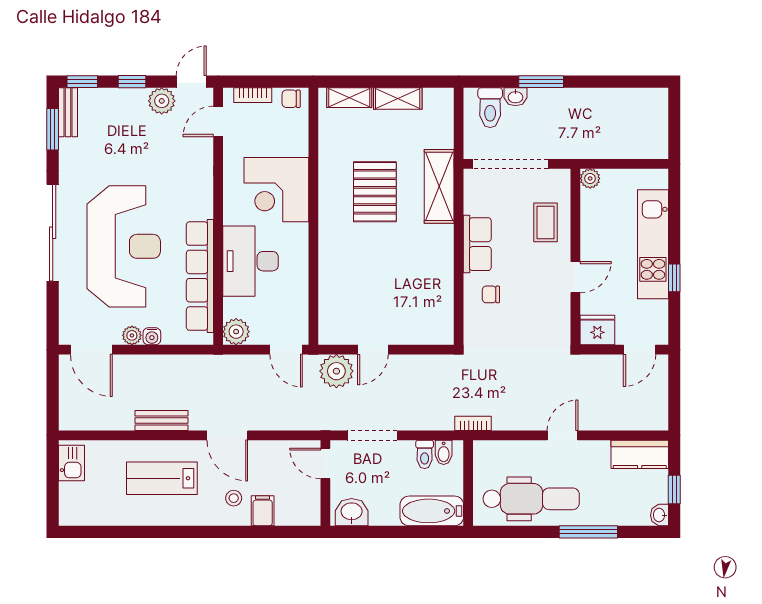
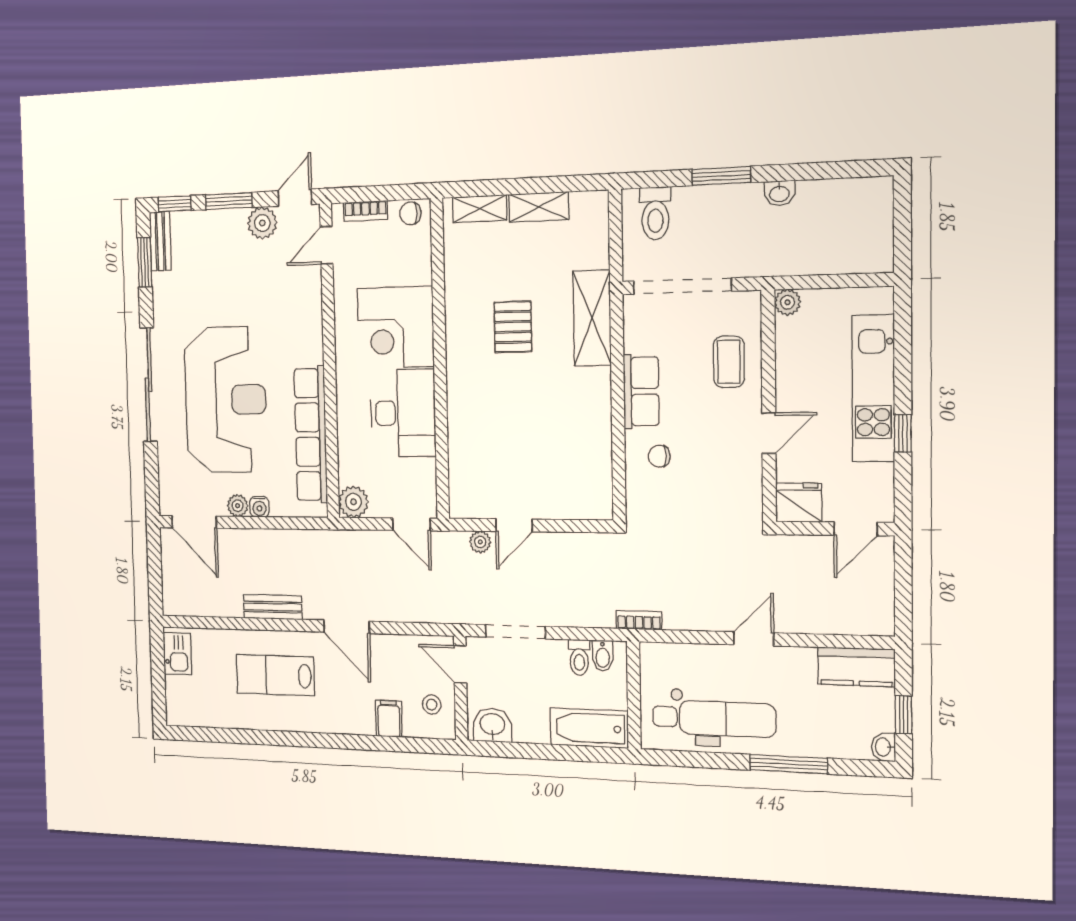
window: (132, 82) -> (229, 201), width x1.50
washbasin: (516, 97) -> (779, 193), moved
pallet: (375, 192) -> (513, 327), width x0.67, depth x0.71
desk: (251, 261) -> (403, 413), moved, turned 180
plant: (336, 371) -> (480, 542), width x0.53, depth x0.53
stool: (234, 498) -> (432, 705), moved

